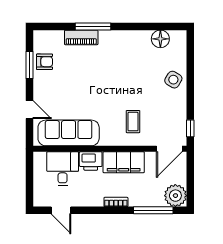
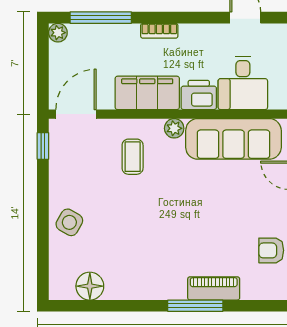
plant: (106, 140) -> (174, 128), added
plant: (175, 196) -> (58, 33), width x0.53, depth x0.53

